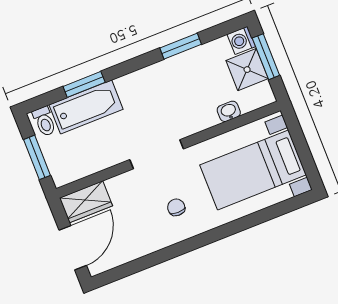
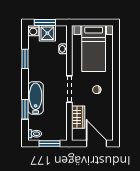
bathtub: (86, 107) -> (36, 98), moved
wardrobe: (86, 202) -> (78, 117), moved

